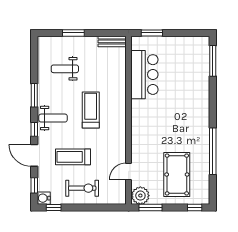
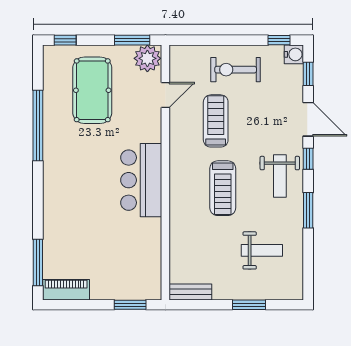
piano: (194, 43) -> (66, 290), added
bar counter: (144, 75) -> (141, 180), moved
weight bench: (53, 118) -> (280, 176), turned -90
treadmill: (73, 157) -> (216, 121), moved, turned -90

